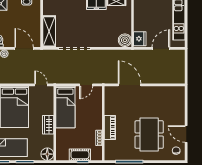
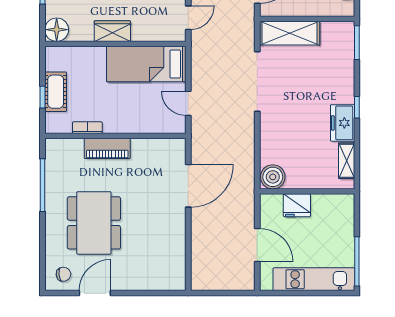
fridge: (140, 39) -> (297, 205), moved
dining table: (149, 135) -> (94, 223), turned 90

